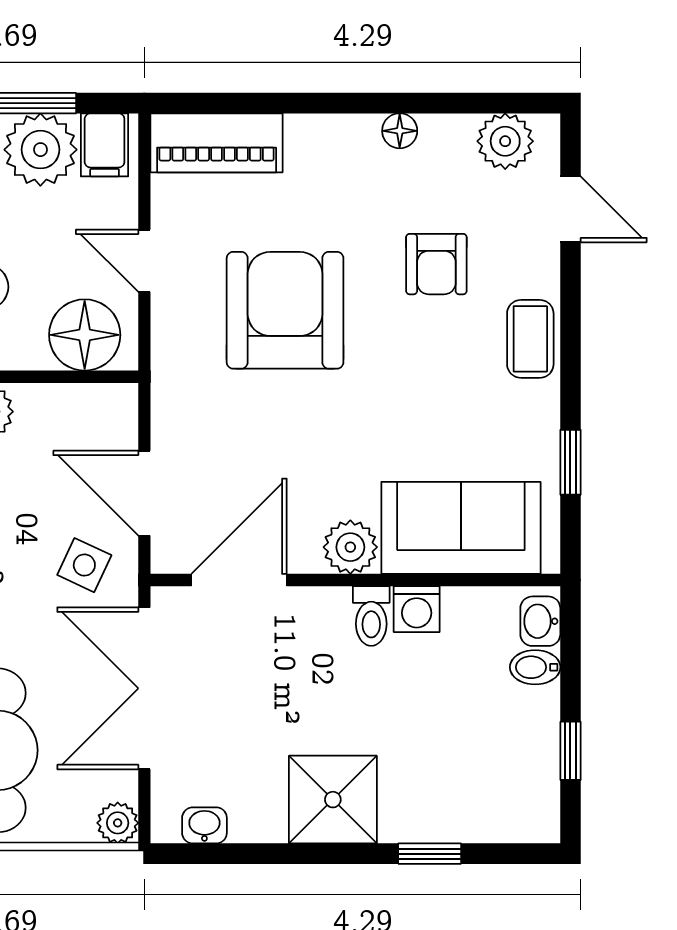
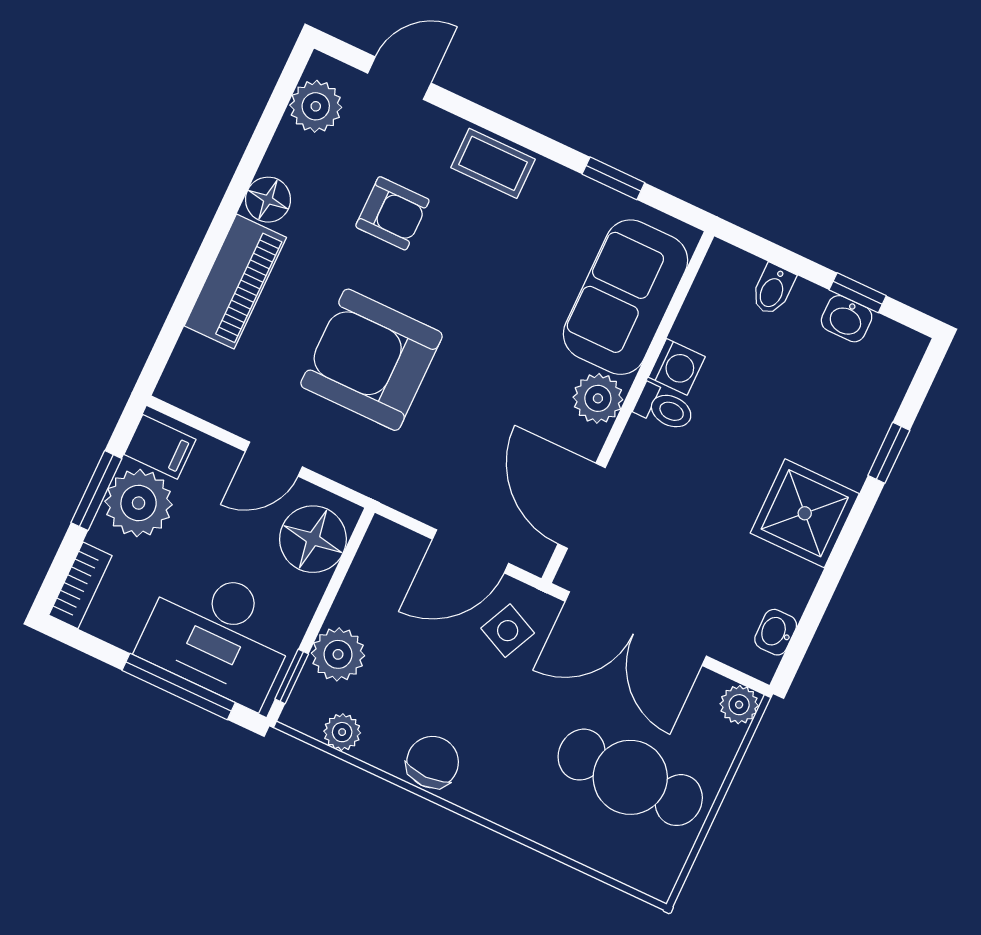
floor lamp: (400, 131) -> (268, 200), width x1.37, depth x1.37
piano: (217, 143) -> (235, 282), moved
washbasin: (540, 621) -> (847, 319), moved

